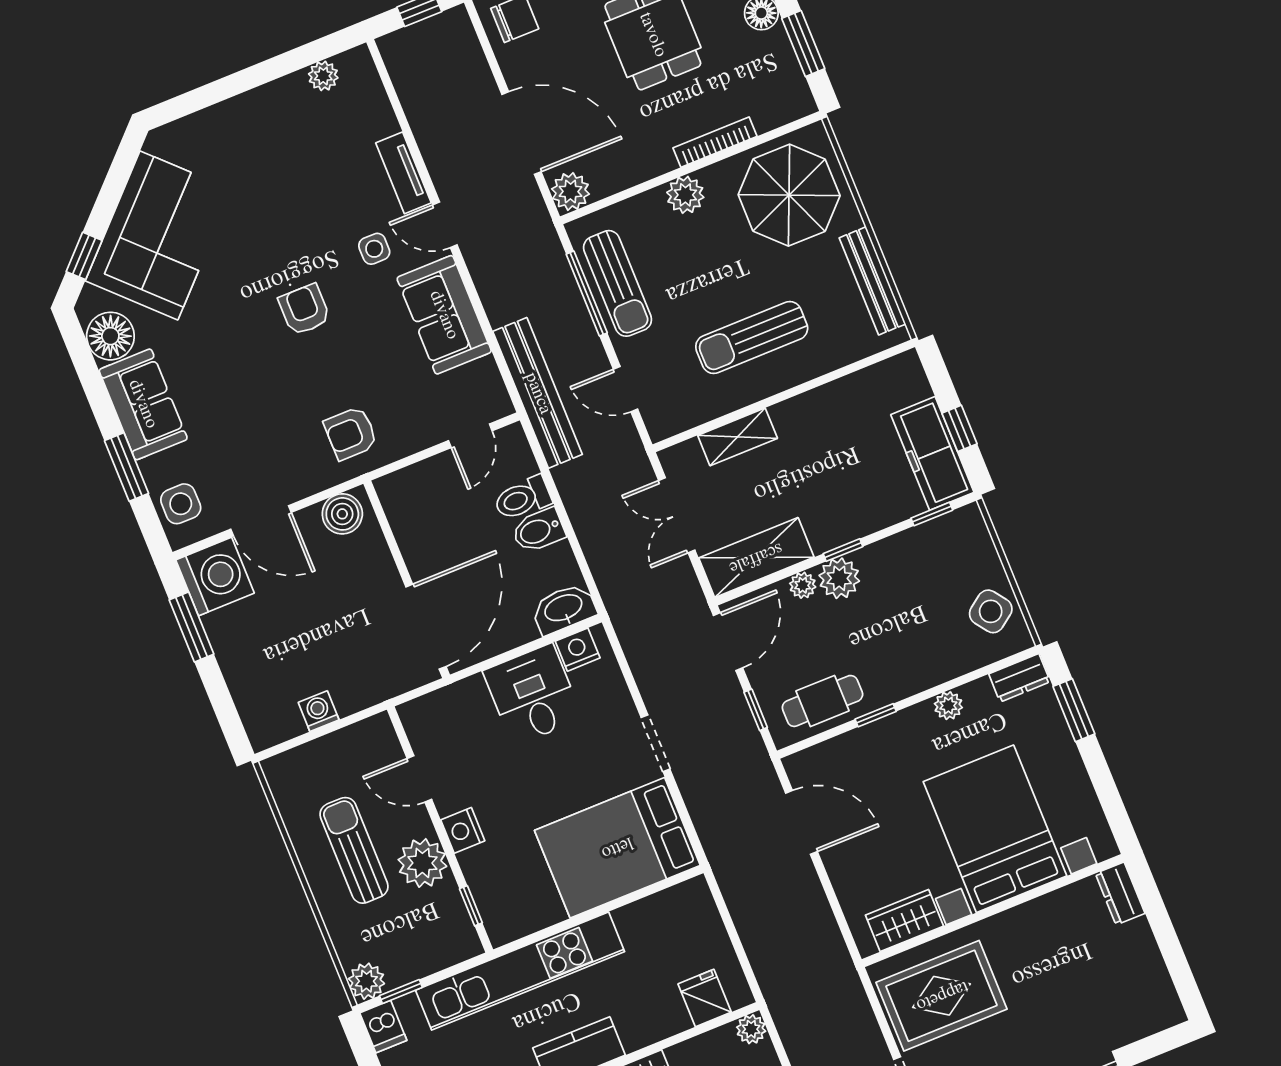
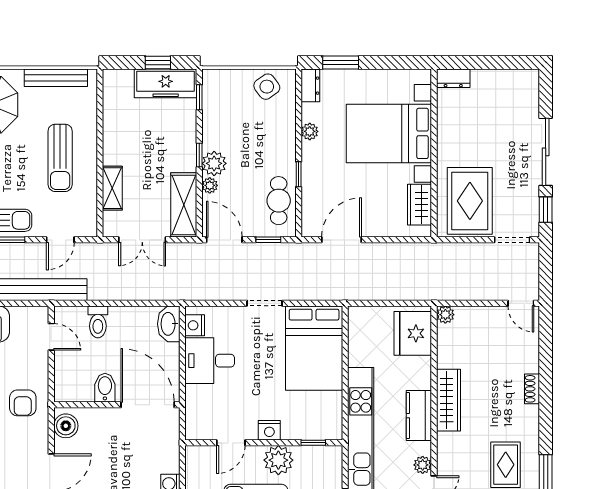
bidet: (538, 530) -> (105, 388), moved, turned 180
fridge: (705, 998) -> (413, 333), width x1.88, depth x1.34

